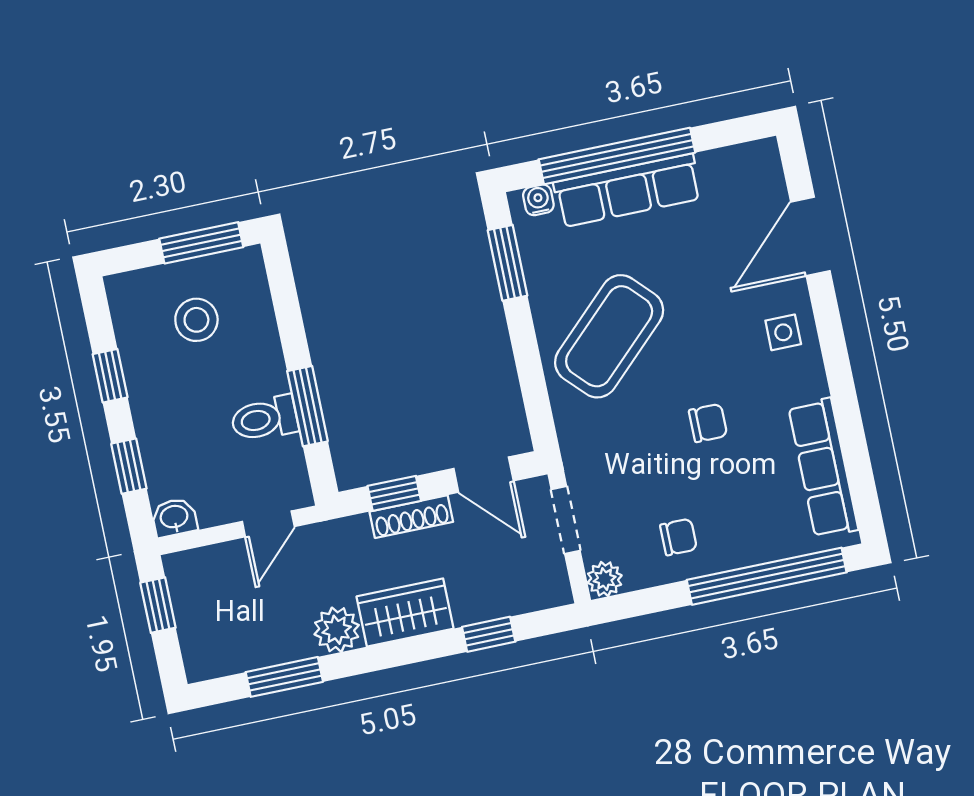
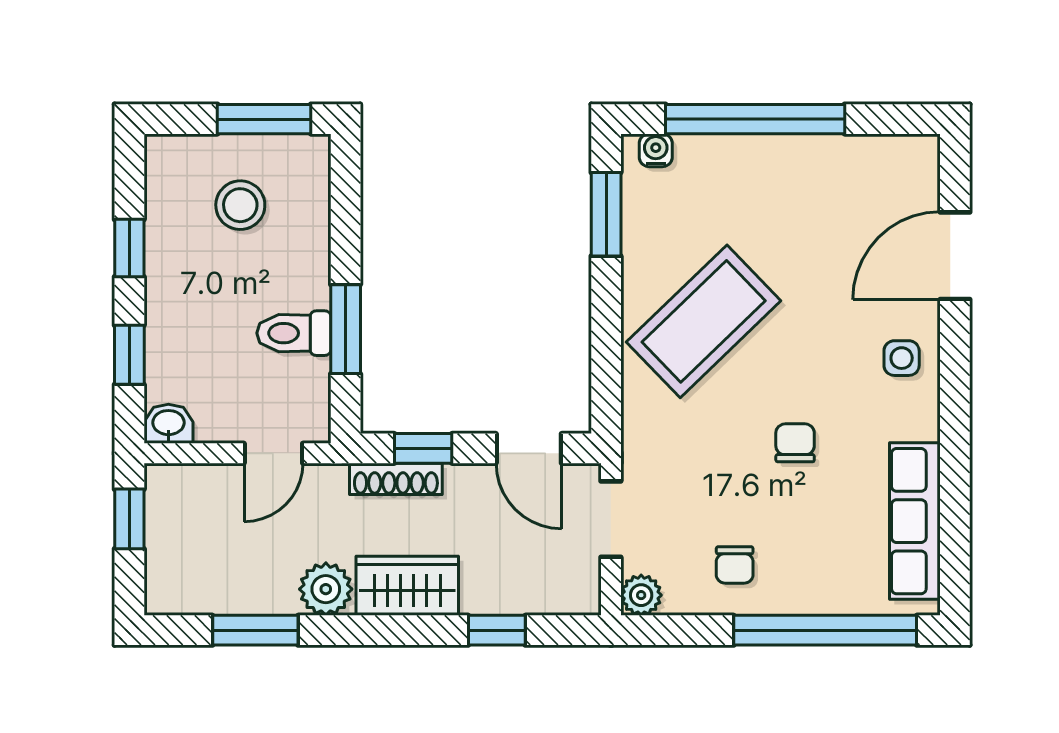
row of seats: (628, 190) -> (759, 161), removed
chair: (708, 423) -> (795, 443), turned -90
shoe rack: (411, 517) -> (396, 479), moved
chair: (678, 537) -> (735, 565), turned 90

